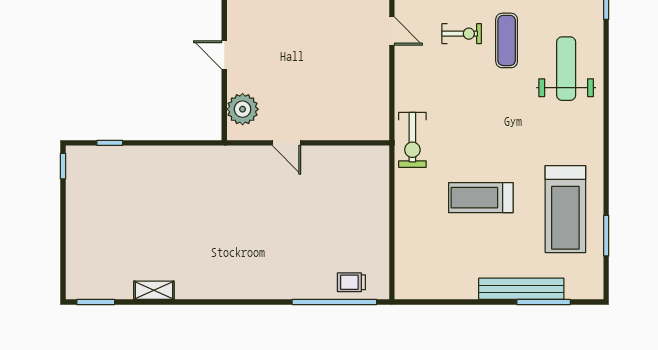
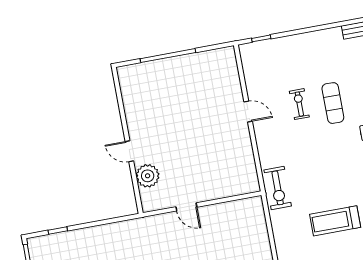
exercise bike: (462, 34) -> (299, 104), turned -90
plant: (243, 109) -> (148, 176), moved

